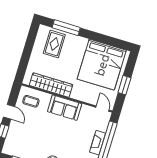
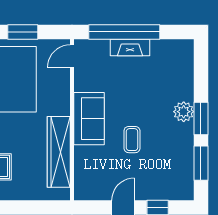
coffee table: (31, 101) -> (132, 140), moved

